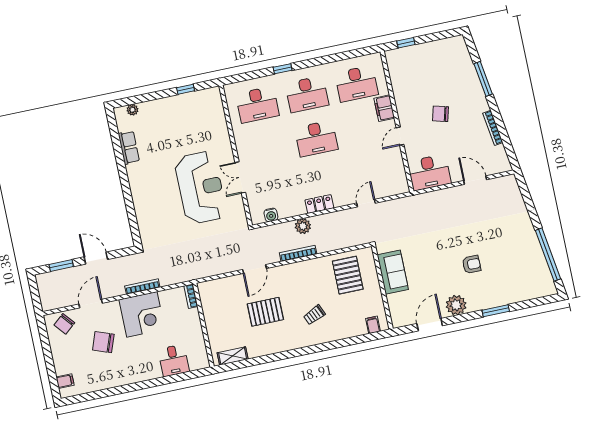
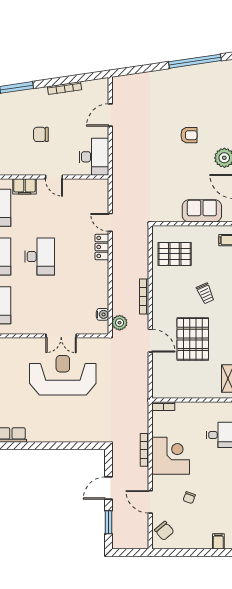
chair: (441, 114) -> (41, 134), turned 75
locker: (319, 204) -> (102, 247), moved
plant: (303, 226) -> (120, 323), moved
armchair: (471, 264) -> (189, 135), turned 90
sofa: (393, 272) -> (202, 211), moved
pallet: (265, 312) -> (193, 339), width x1.37, depth x1.41
chair: (103, 342) -> (189, 498), width x0.54, depth x0.54

